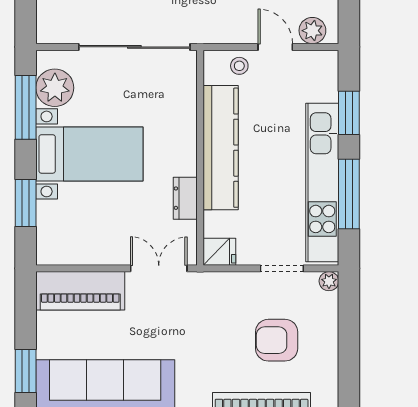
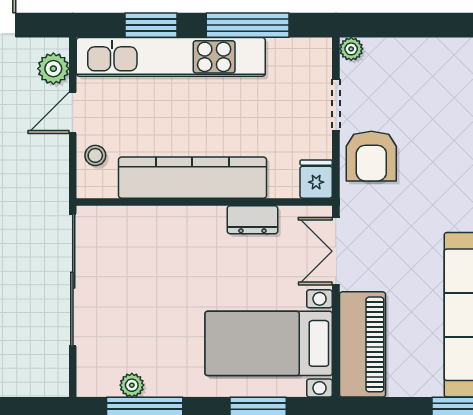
plant: (55, 88) -> (132, 385), width x0.53, depth x0.53
bed with nightstands: (89, 154) -> (269, 343), moved, turned -90
kitchen unit: (322, 182) -> (171, 57), moved
armchair: (277, 340) -> (371, 156), moved

